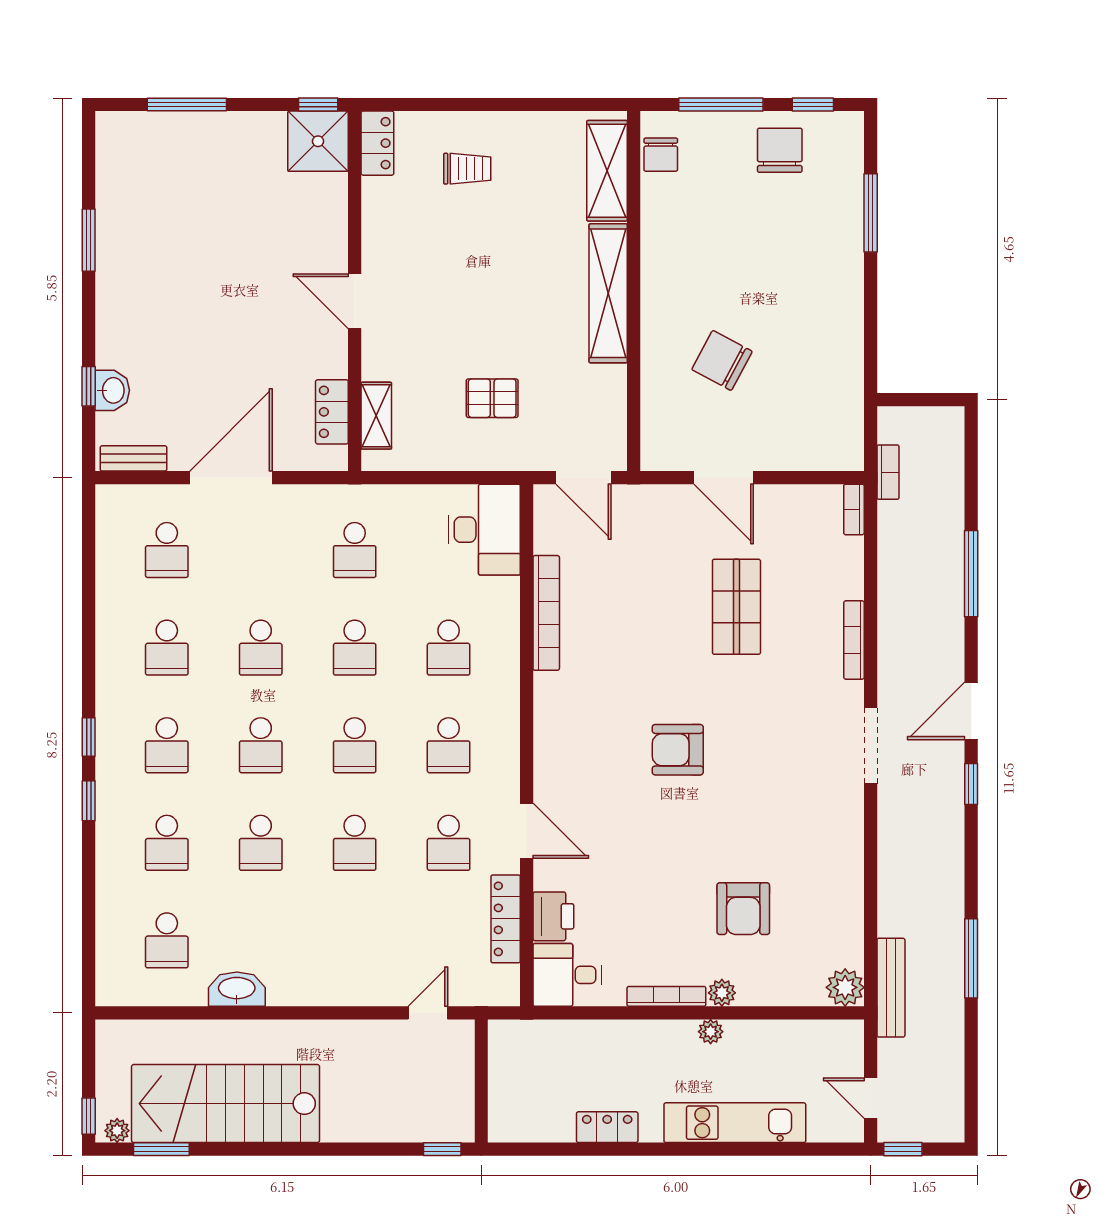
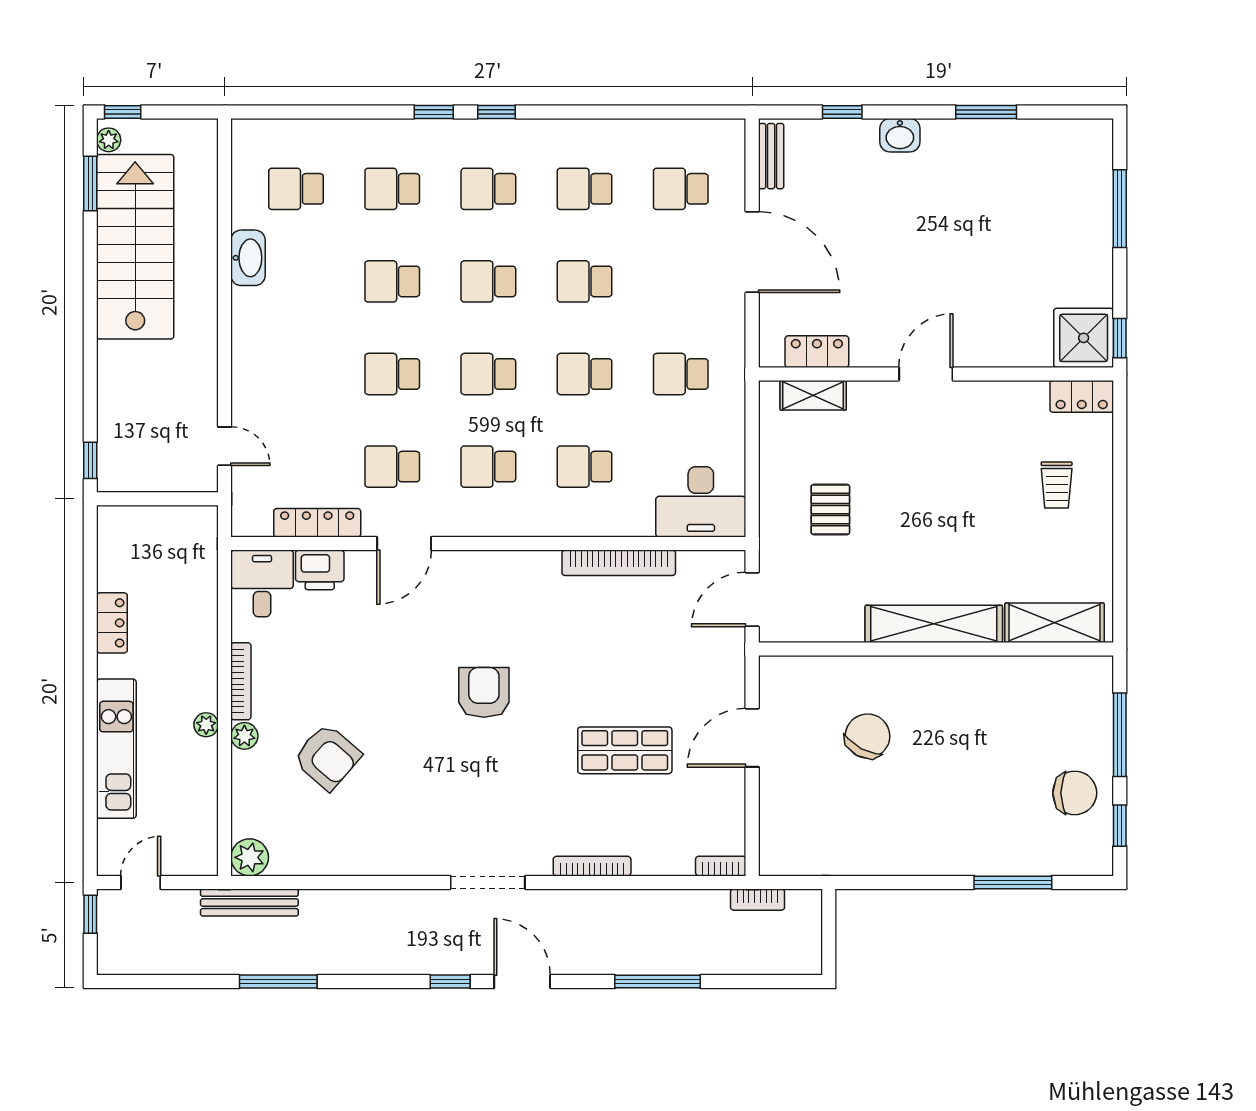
chair: (661, 155) -> (1070, 676), removed
washbasin: (112, 390) -> (900, 135), moved
armchair: (743, 909) -> (327, 757), turned -139

